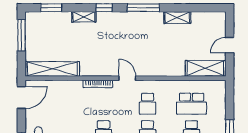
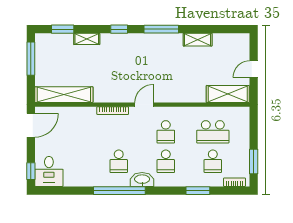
shelving: (84, 17) -> (87, 39), moved
door: (127, 78) -> (144, 105), hinge flipped

